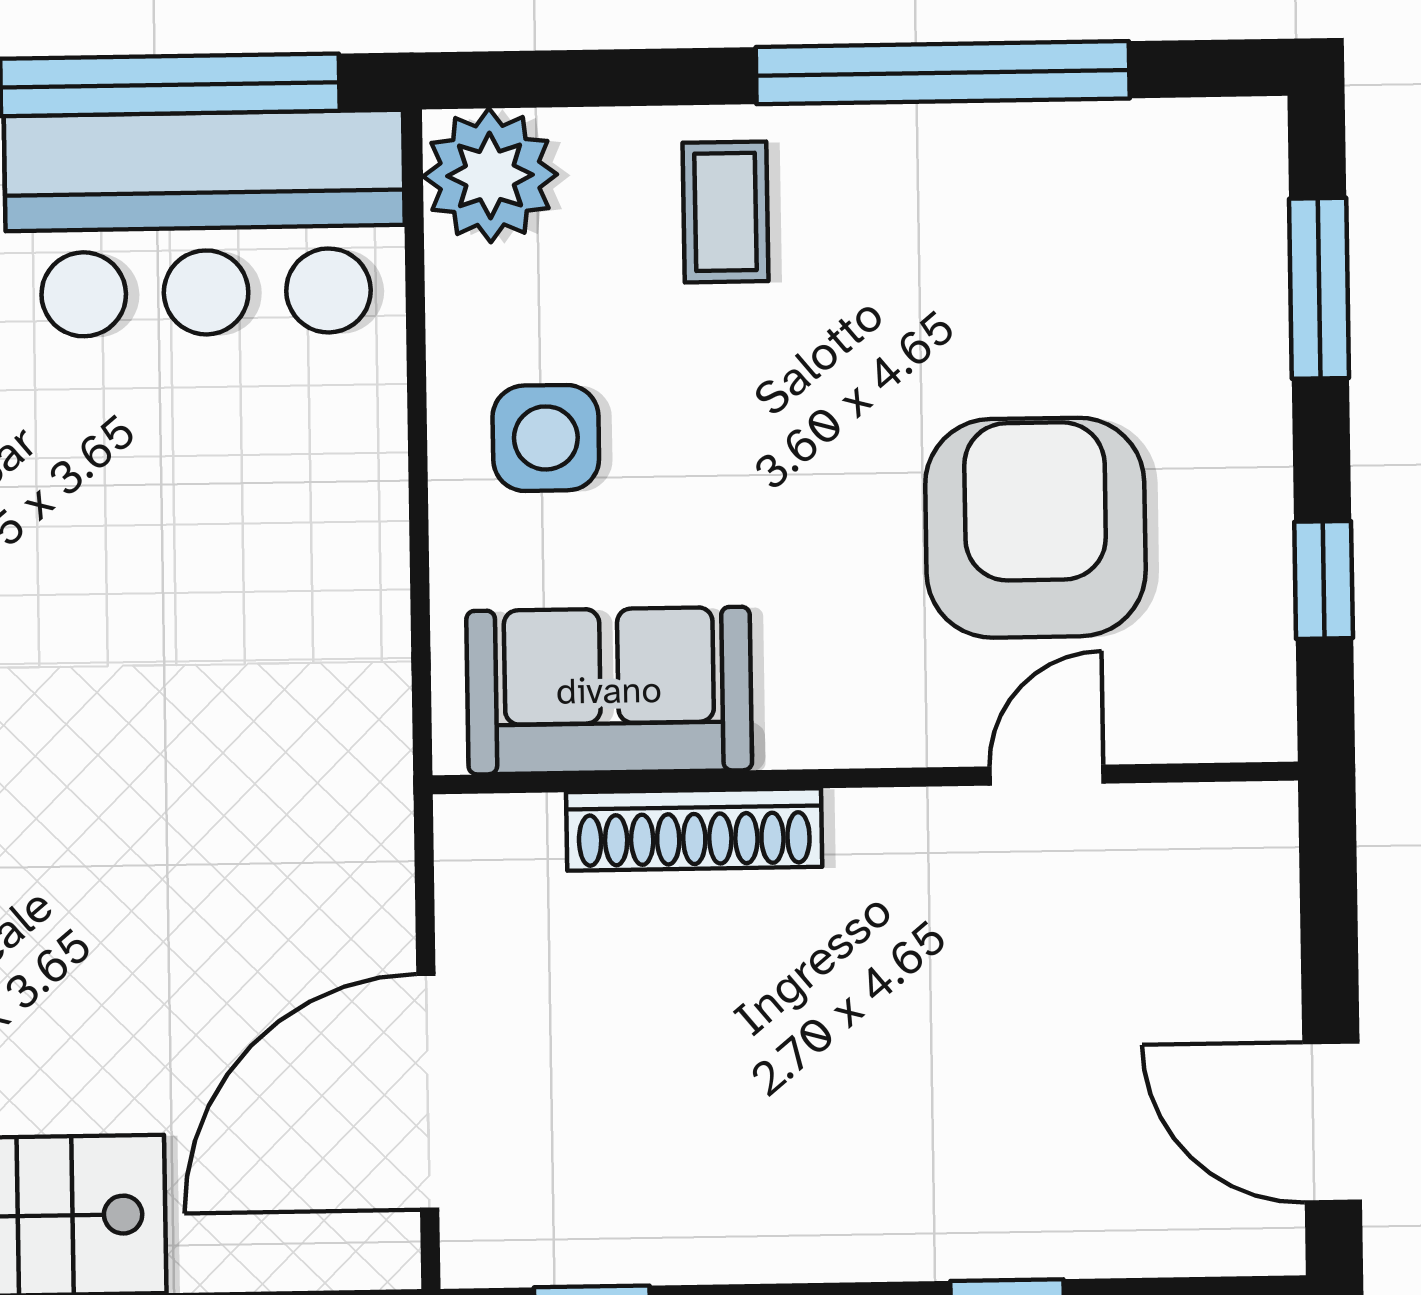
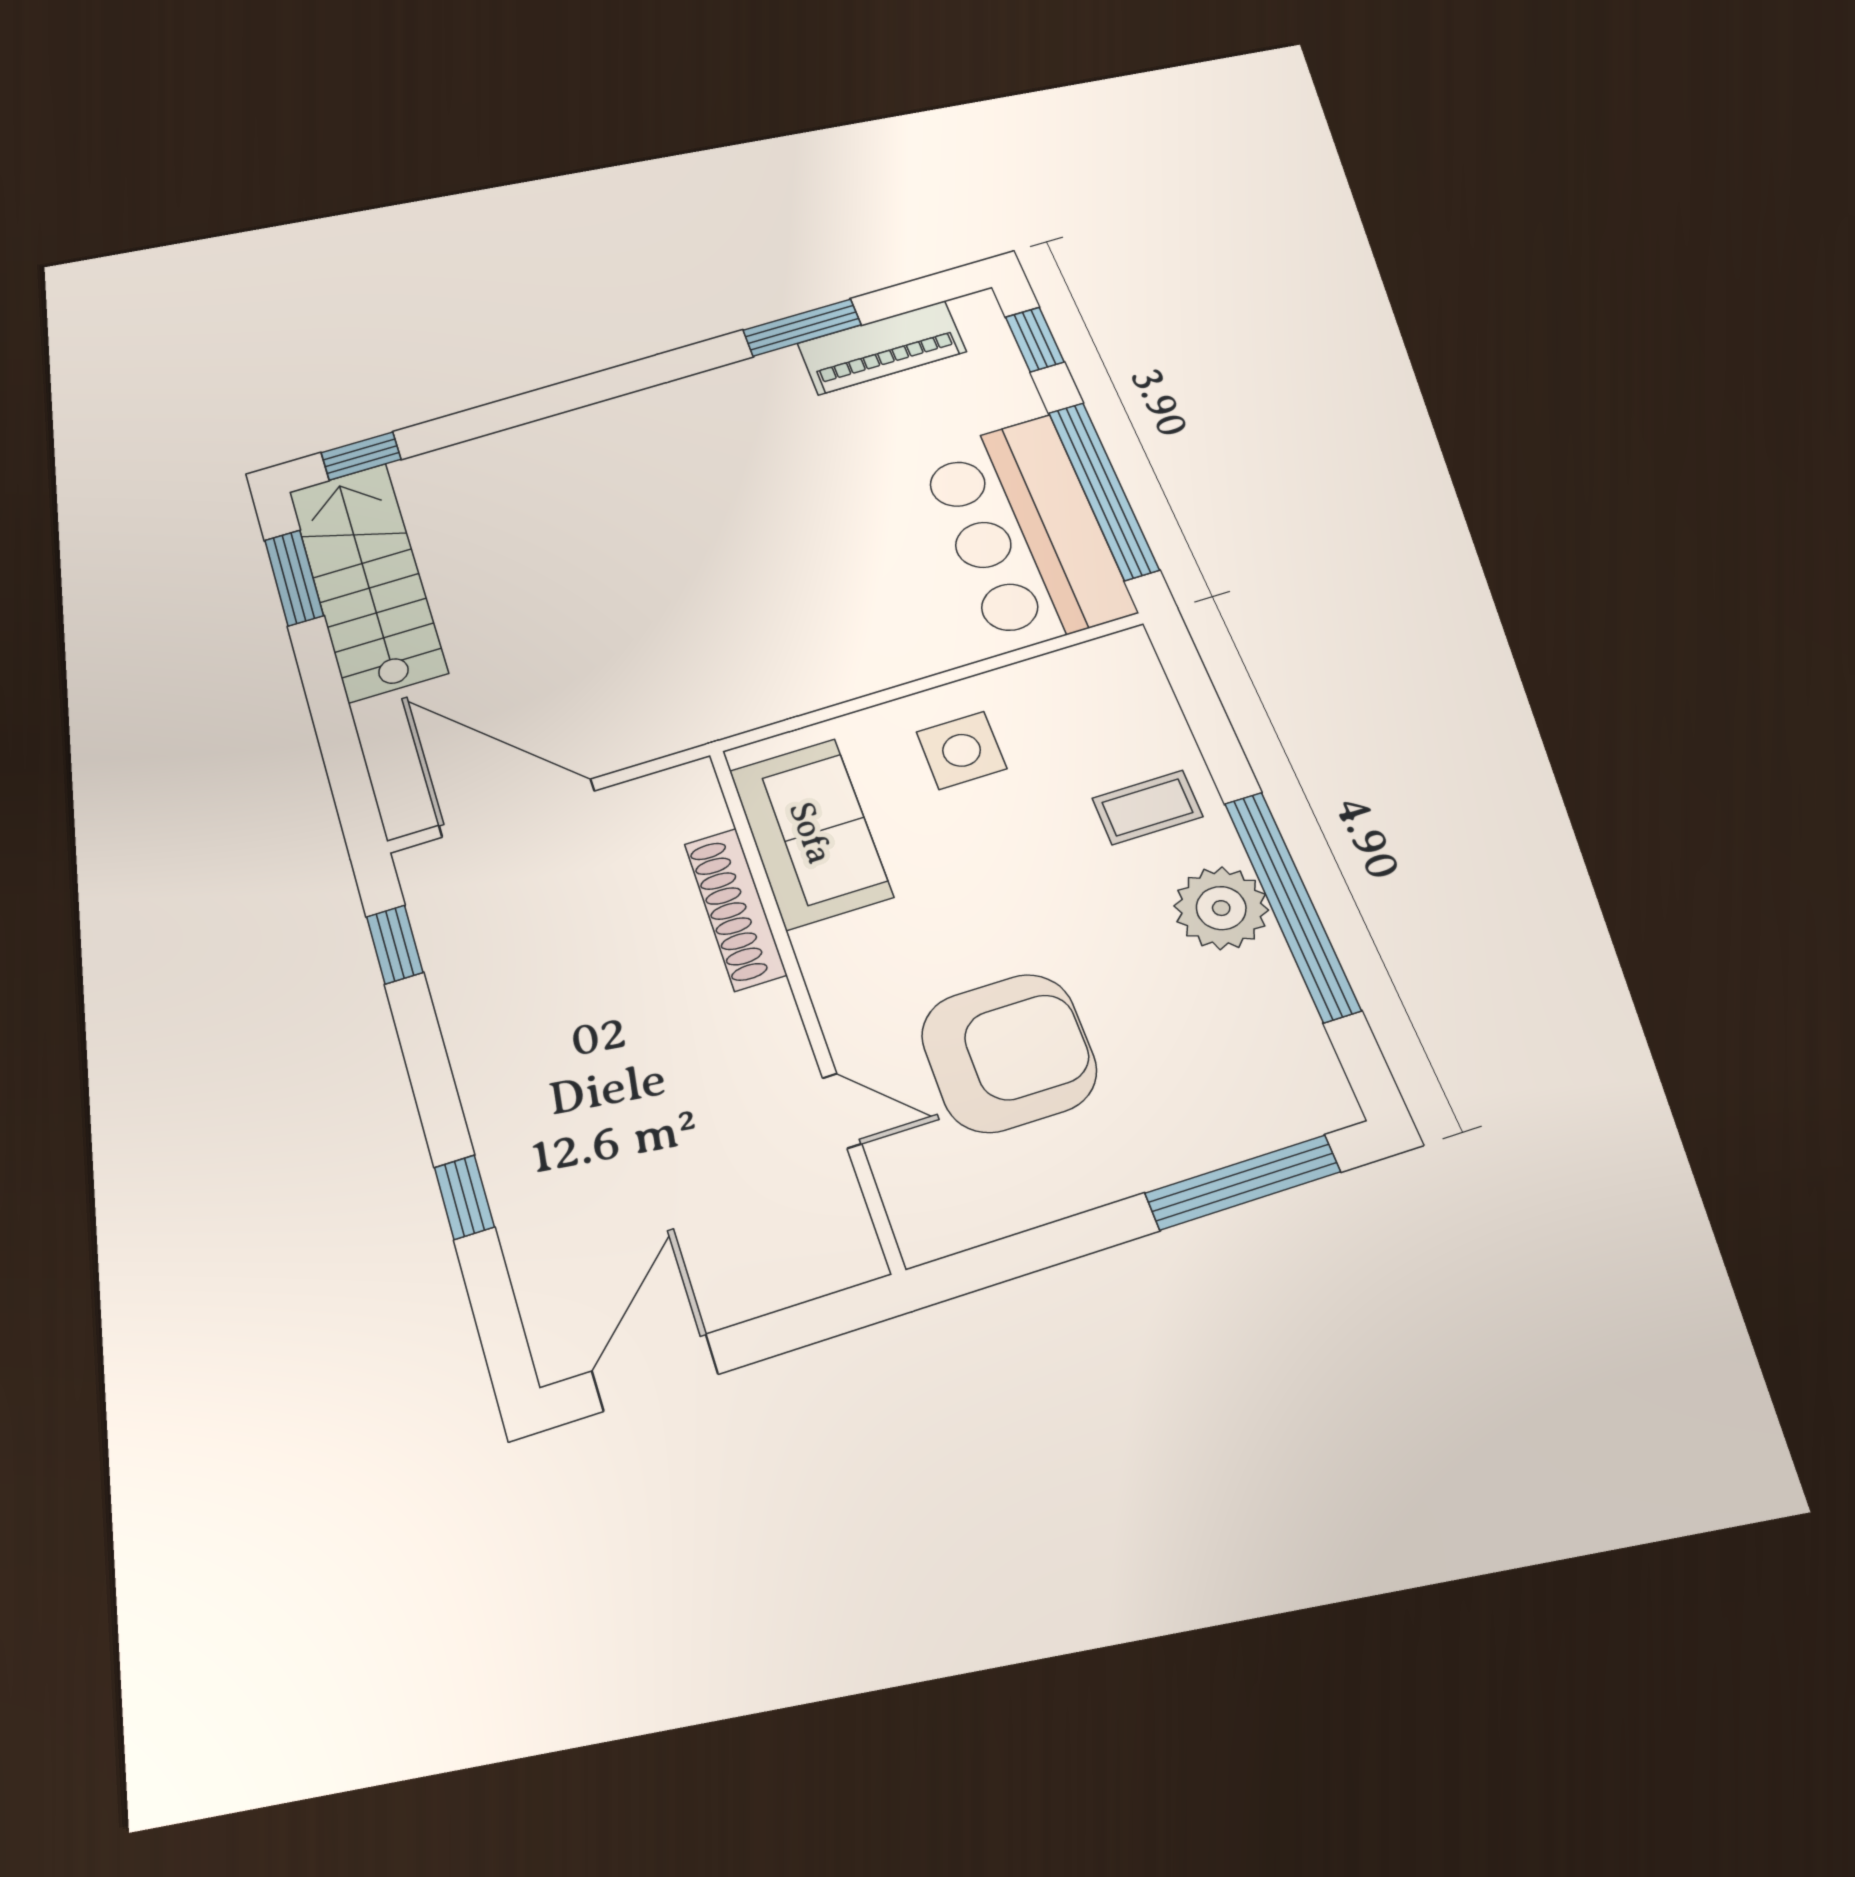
plant: (490, 175) -> (1221, 908), moved
window: (1319, 288) -> (1243, 1183), width x1.44
window: (1324, 580) -> (1040, 1248), removed

